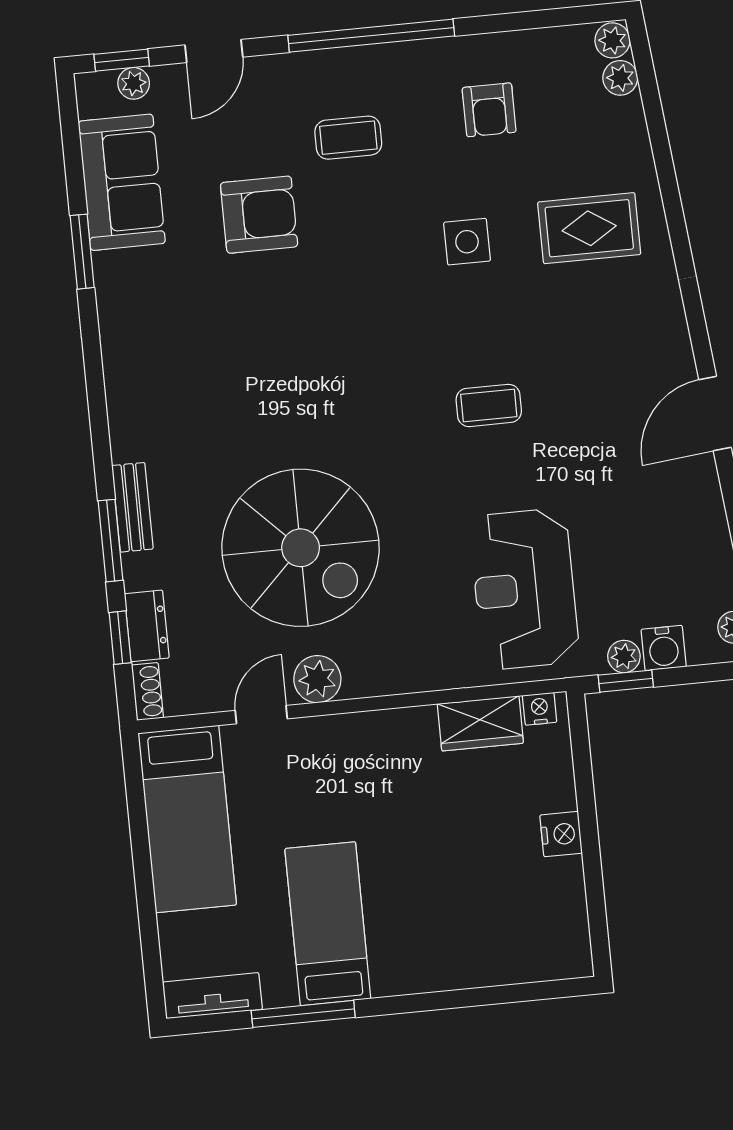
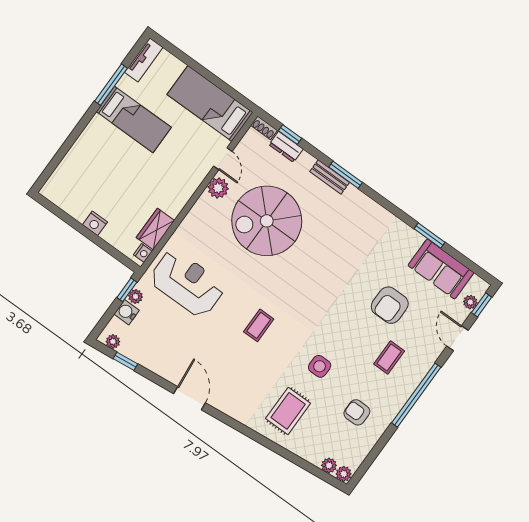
window: (111, 541) -> (346, 175), moved

